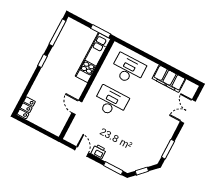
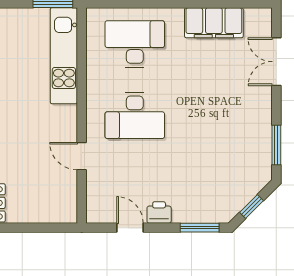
desk: (111, 102) -> (135, 115), turned 180

